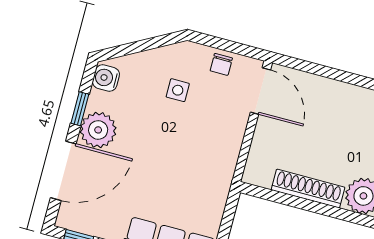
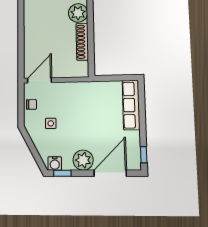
window: (80, 109) -> (62, 173), moved
door: (63, 171) -> (110, 173), hinge flipped

